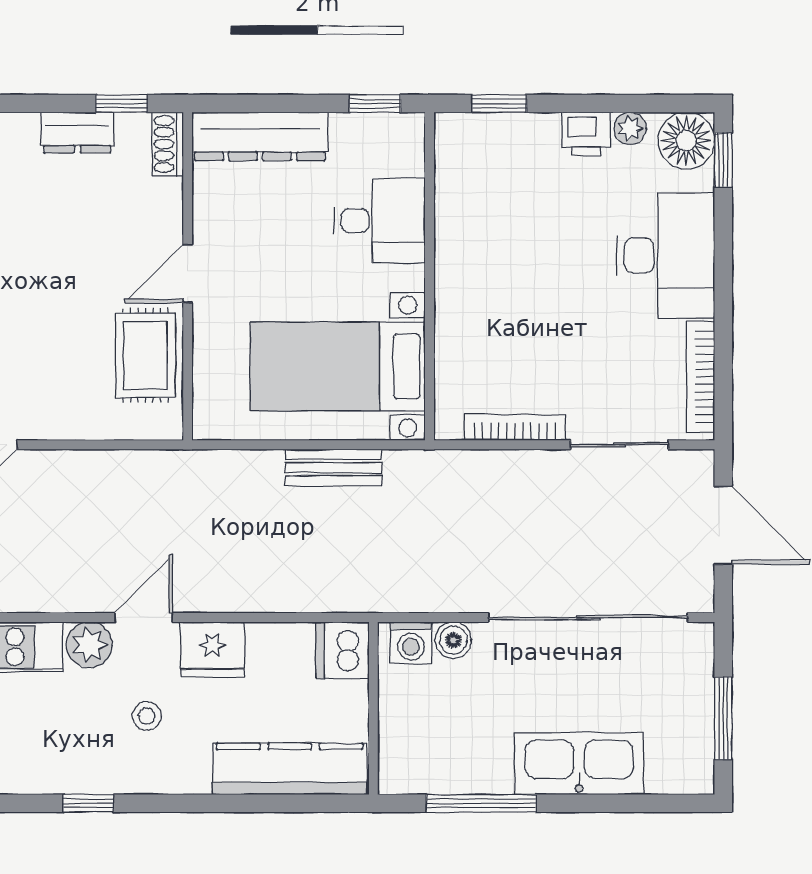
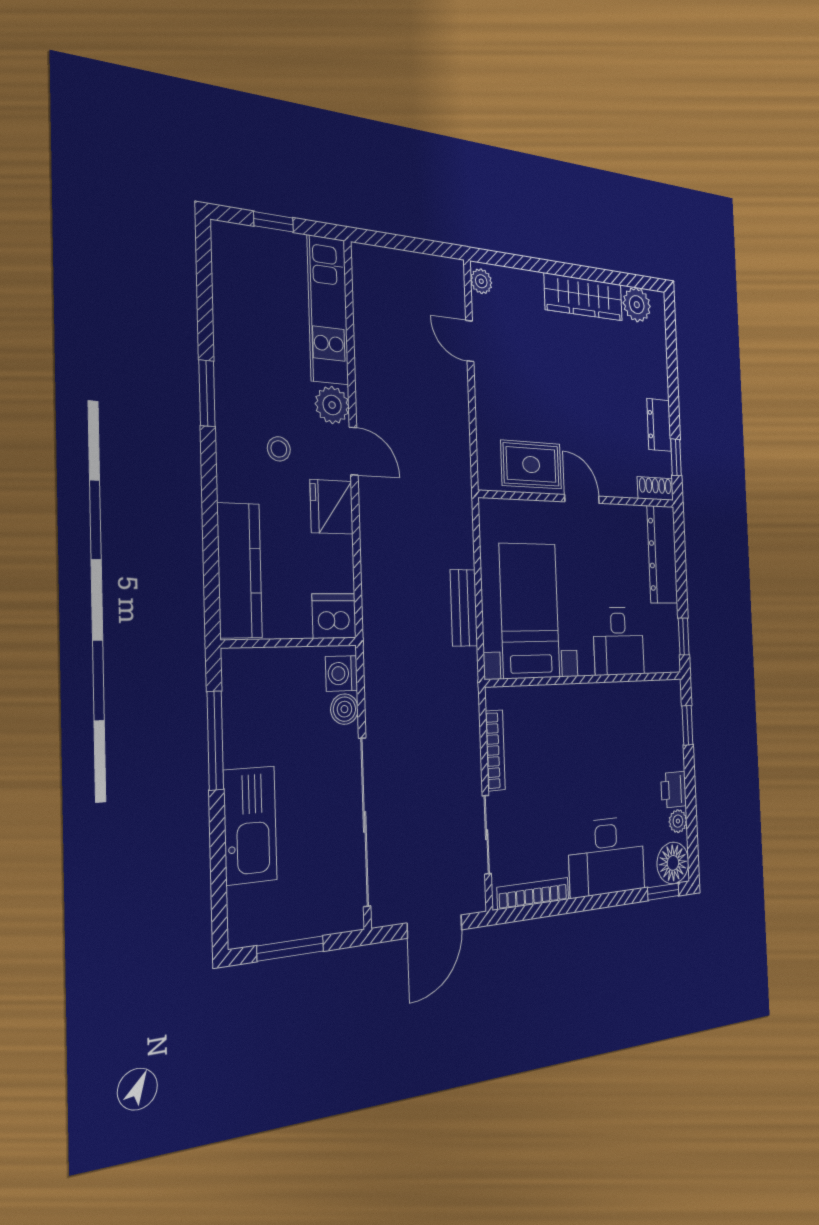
window: (88, 803) -> (207, 393), width x1.50

